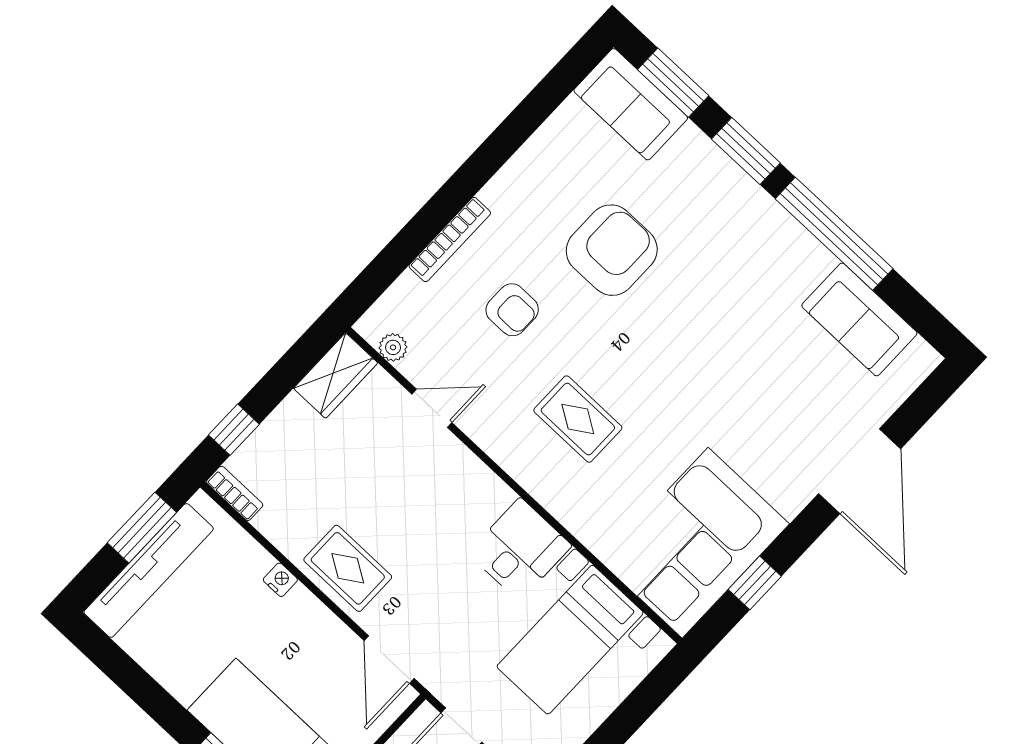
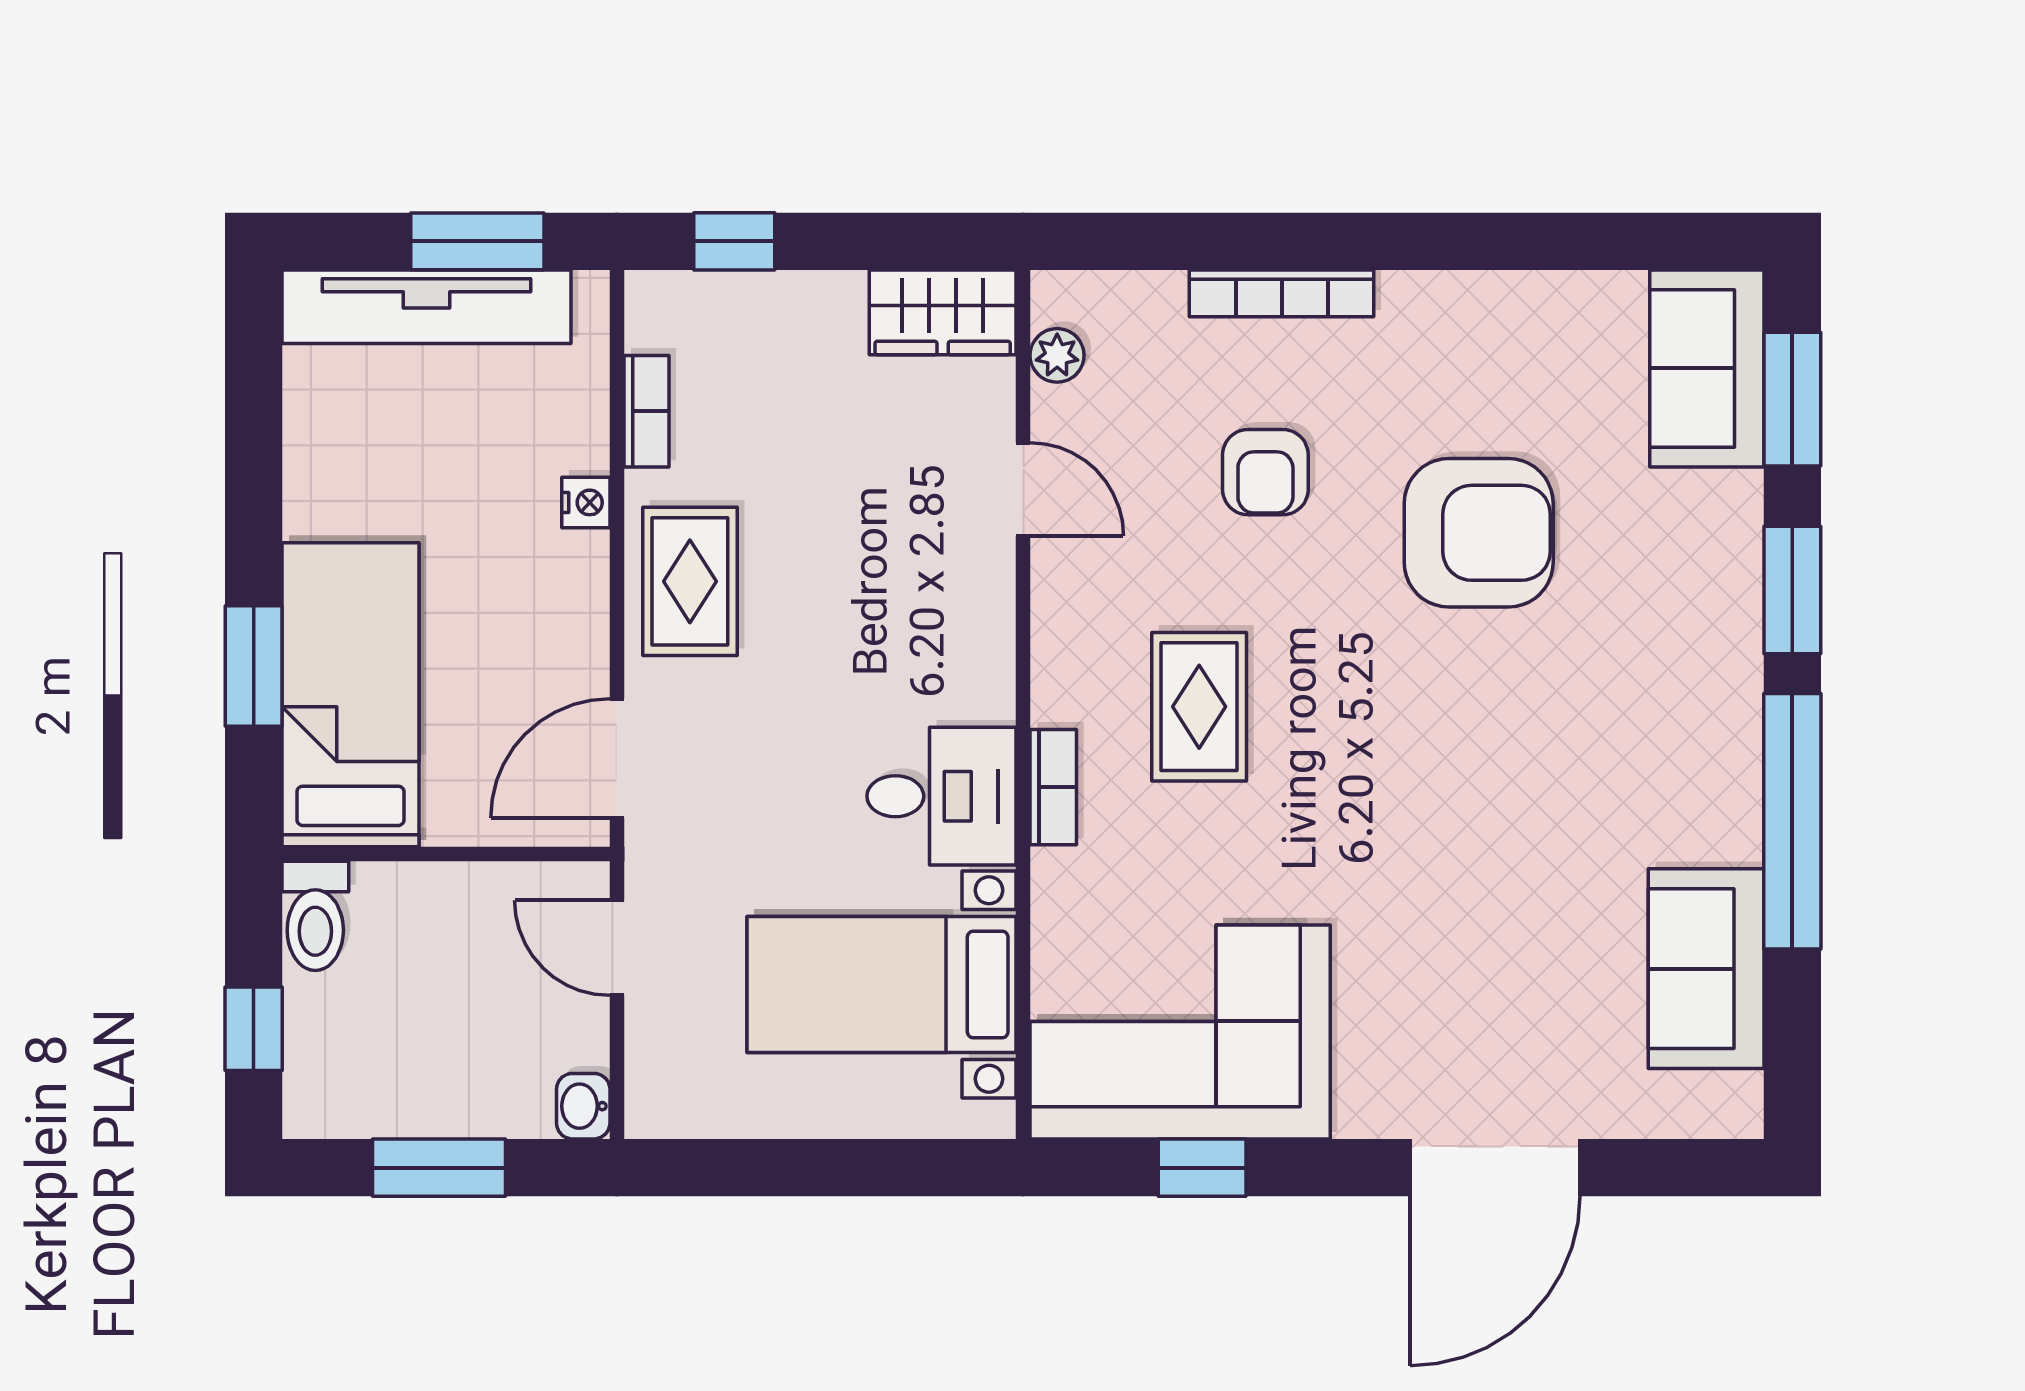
bookcase: (235, 493) -> (646, 411), moved
bookcase: (556, 503) -> (1053, 787), added

